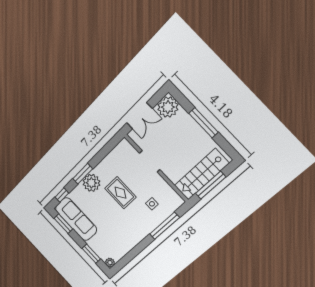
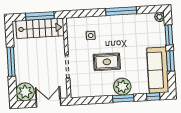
rug: (120, 193) -> (107, 62), turned 90
window: (63, 224) -> (170, 61), moved
window: (164, 226) -> (121, 11), moved

